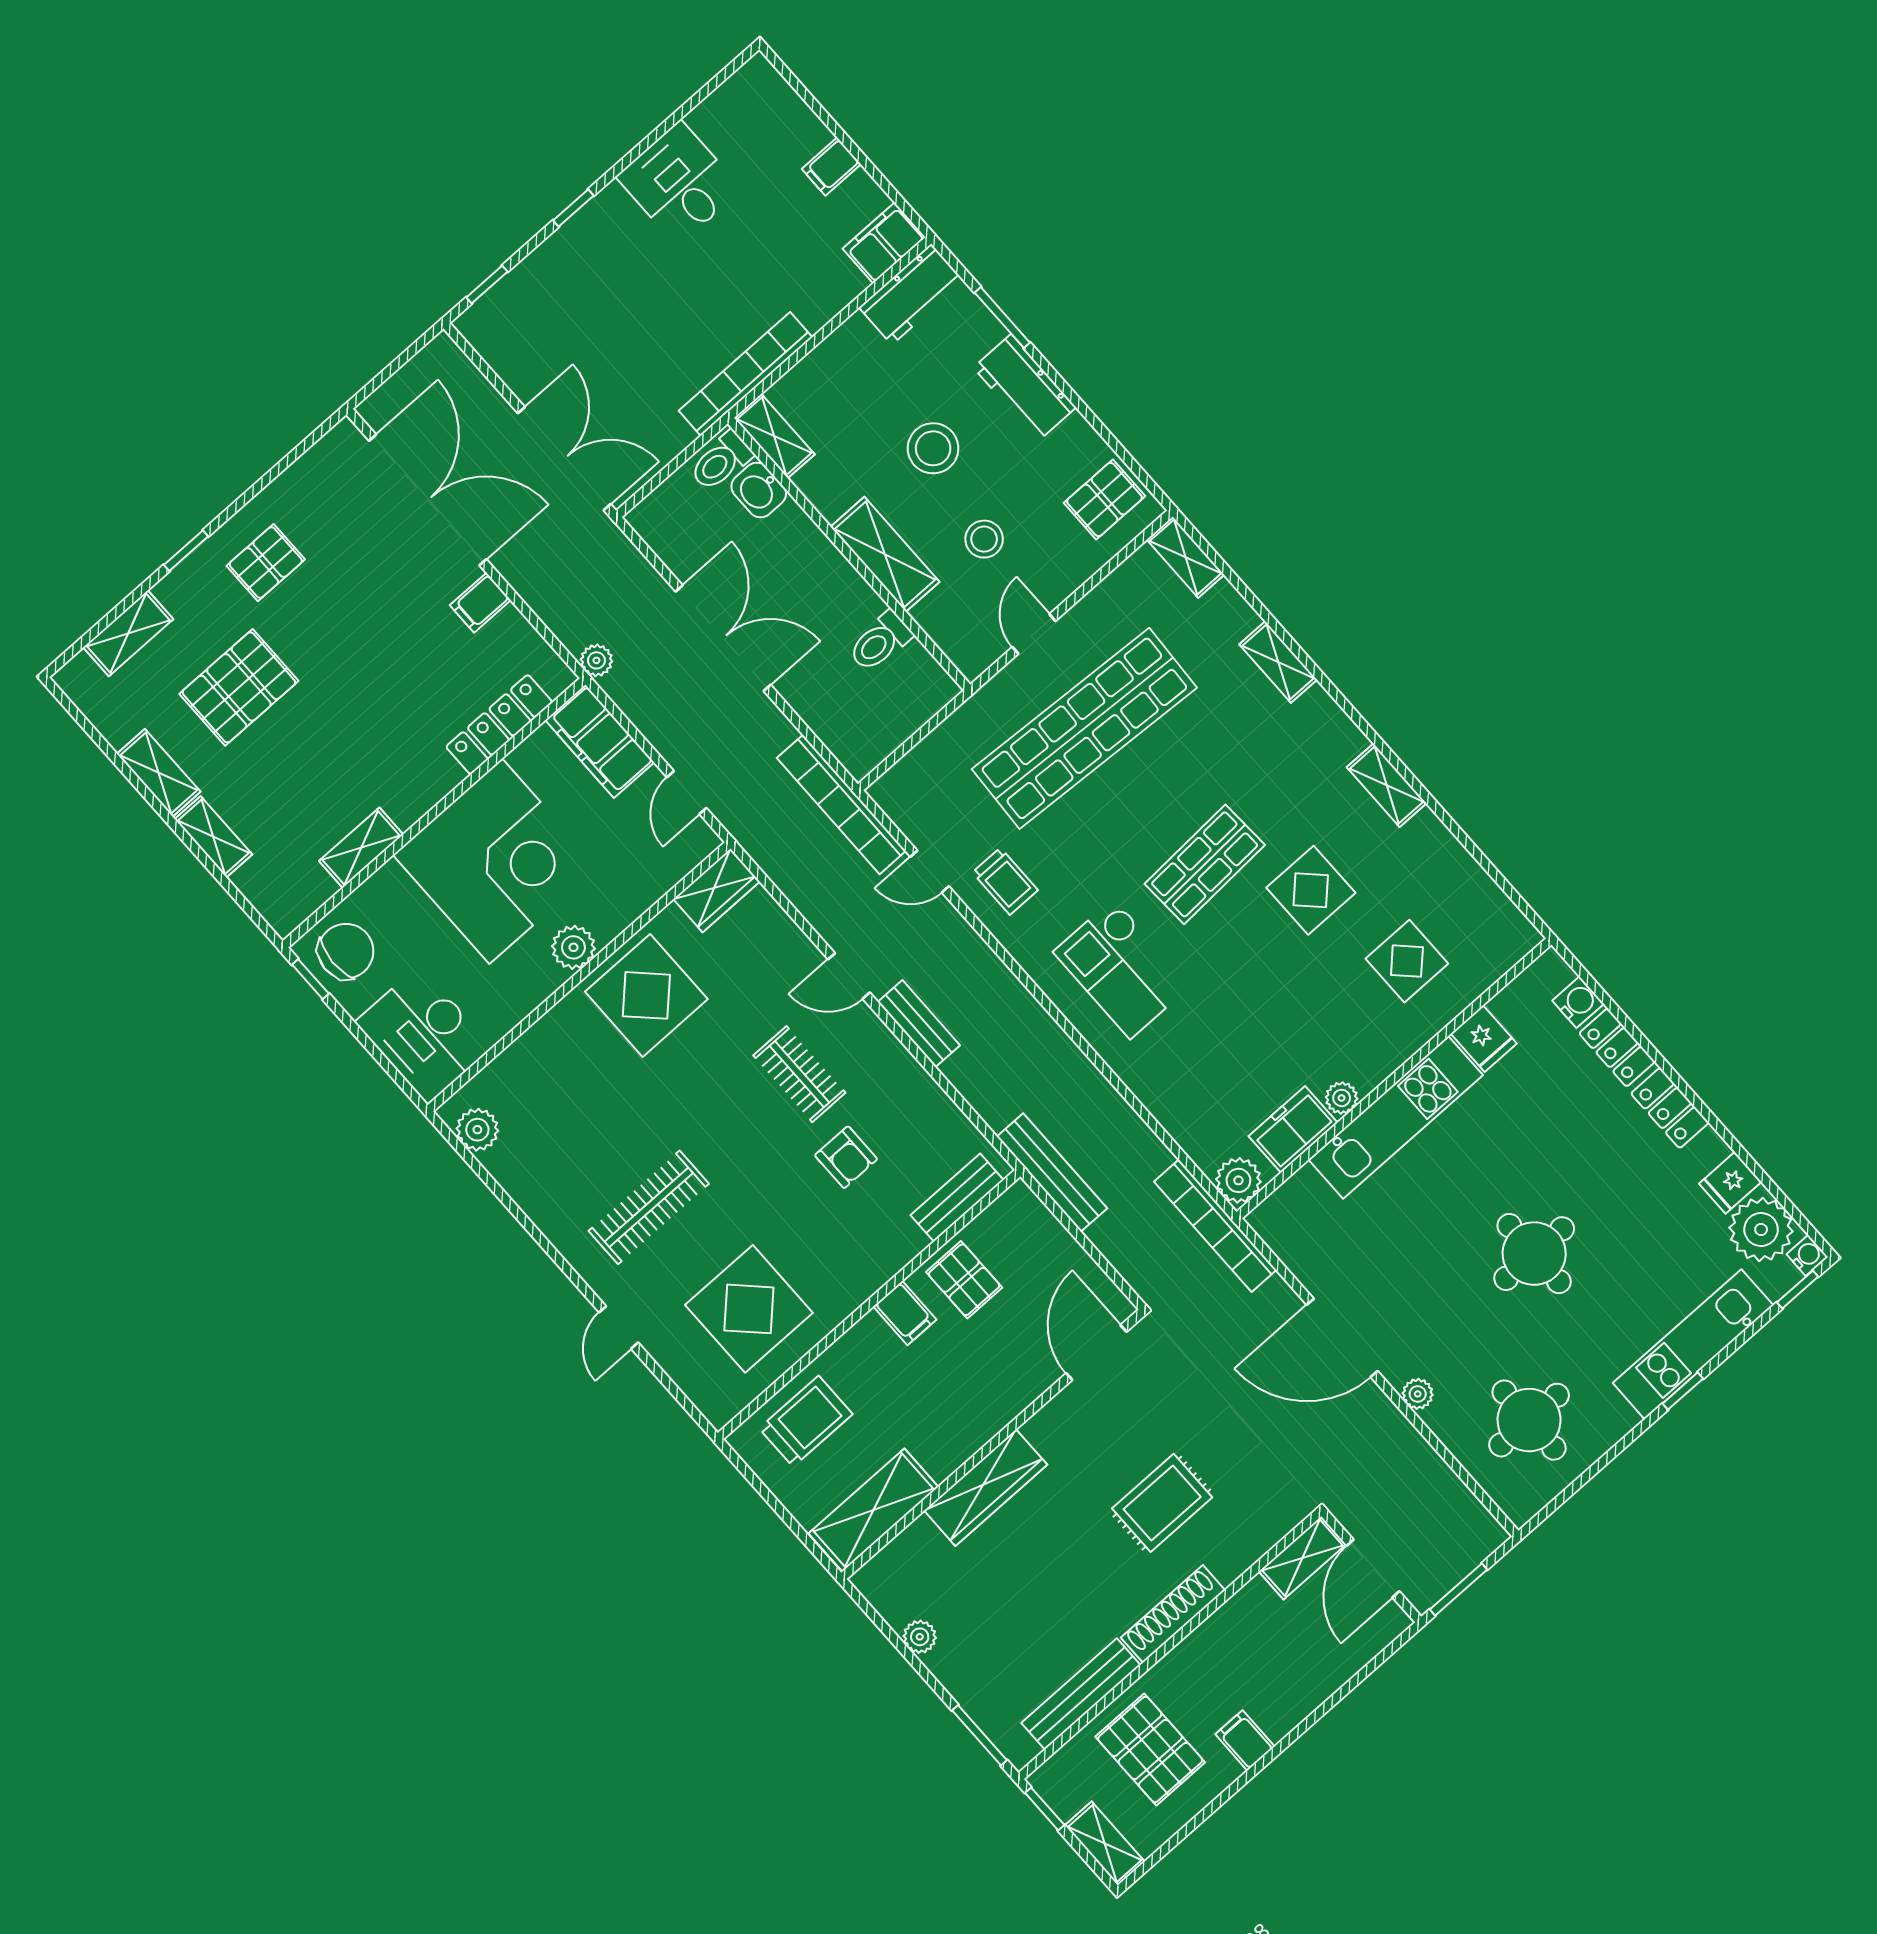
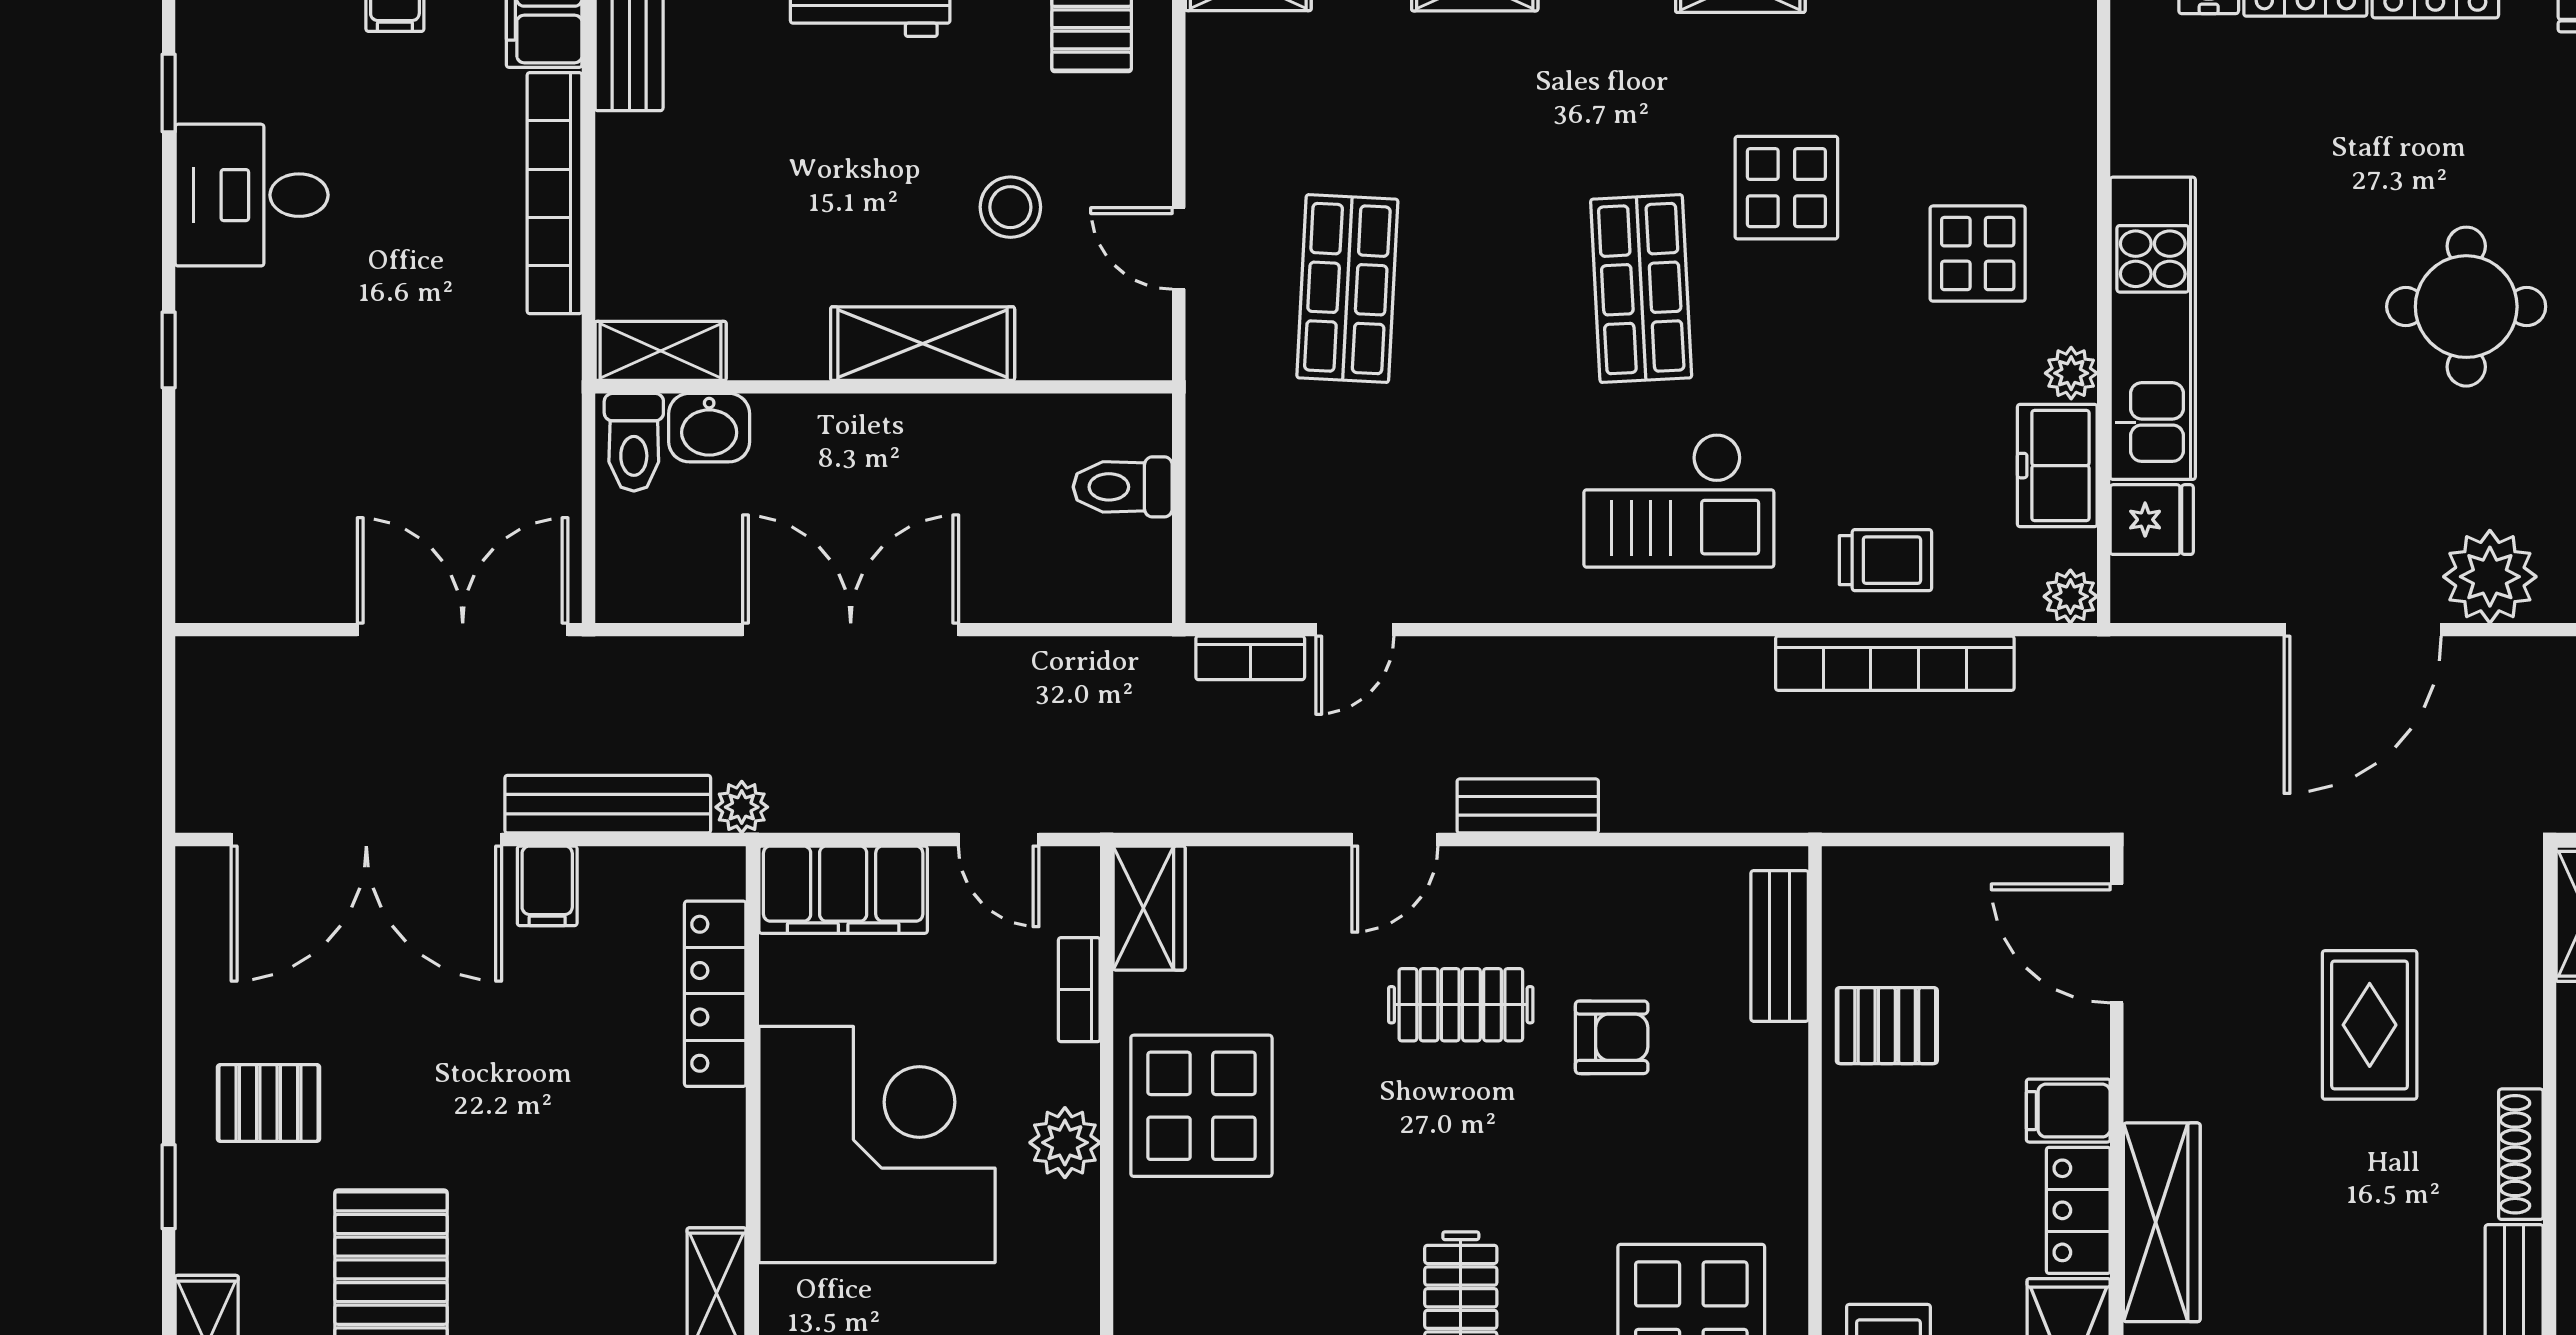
window: (487, 284) -> (169, 93), moved
bookcase: (746, 374) -> (555, 193), moved
stool: (933, 448) -> (846, 172), removed
double door: (428, 500) -> (366, 839), swing flipped
pallet: (266, 563) -> (269, 1103), turned 90
toilet: (880, 642) -> (1123, 487), moved, turned 90
shop shelf: (1084, 728) -> (1347, 289), width x0.50, depth x0.74
bookcase: (841, 804) -> (1250, 658), width x0.43, depth x0.76
trolley: (1005, 881) -> (1885, 560), moved
bookcase: (650, 891) -> (1079, 990), added
display table: (1407, 961) -> (1978, 254), moved
fridge: (1484, 1039) -> (2152, 520), moved
bench: (1052, 1173) -> (608, 804), moved
plant: (1238, 1180) -> (2070, 596), width x0.73, depth x0.73
bookcase: (1215, 1226) -> (1895, 663), moved
filing cabinet: (905, 1313) -> (2068, 1111), moved, turned 180
plant: (1418, 1394) -> (2490, 577), width x1.88, depth x1.88
locker: (957, 1444) -> (2078, 1210), added
shoe rack: (1173, 1614) -> (2521, 1154), width x0.74, depth x0.81

